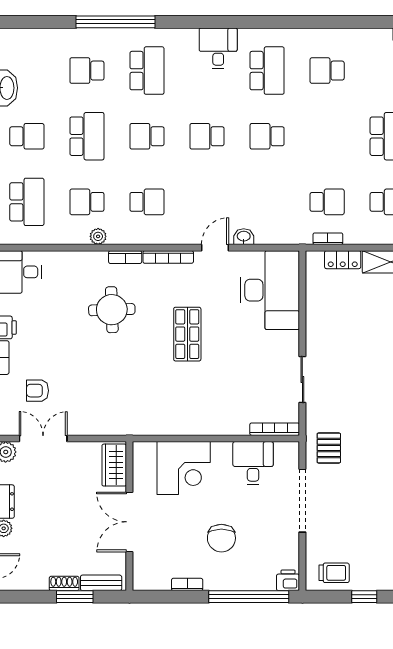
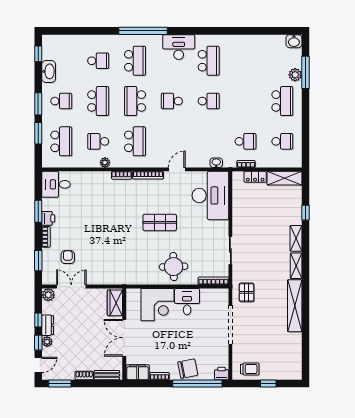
window: (115, 22) -> (143, 31), moved
desk: (218, 48) -> (179, 47), width x1.37
school desk: (87, 71) -> (98, 61), turned 180
school desk: (327, 71) -> (246, 61), removed
school desk: (147, 136) -> (135, 101), width x1.85
school desk: (267, 136) -> (209, 101), turned 180
school desk: (147, 202) -> (135, 141), width x1.85
washbasin: (244, 237) -> (216, 163), moved
round table: (112, 310) -> (174, 267), moved
shop shelf: (187, 334) -> (160, 222), turned 90
armchair: (37, 391) -> (68, 257), turned 90
desk: (253, 463) -> (187, 302), moved
chair: (221, 538) -> (188, 369), moved, turned -101
filing cabinet: (151, 578) -> (138, 372), added
window: (75, 597) -> (60, 384), moved

